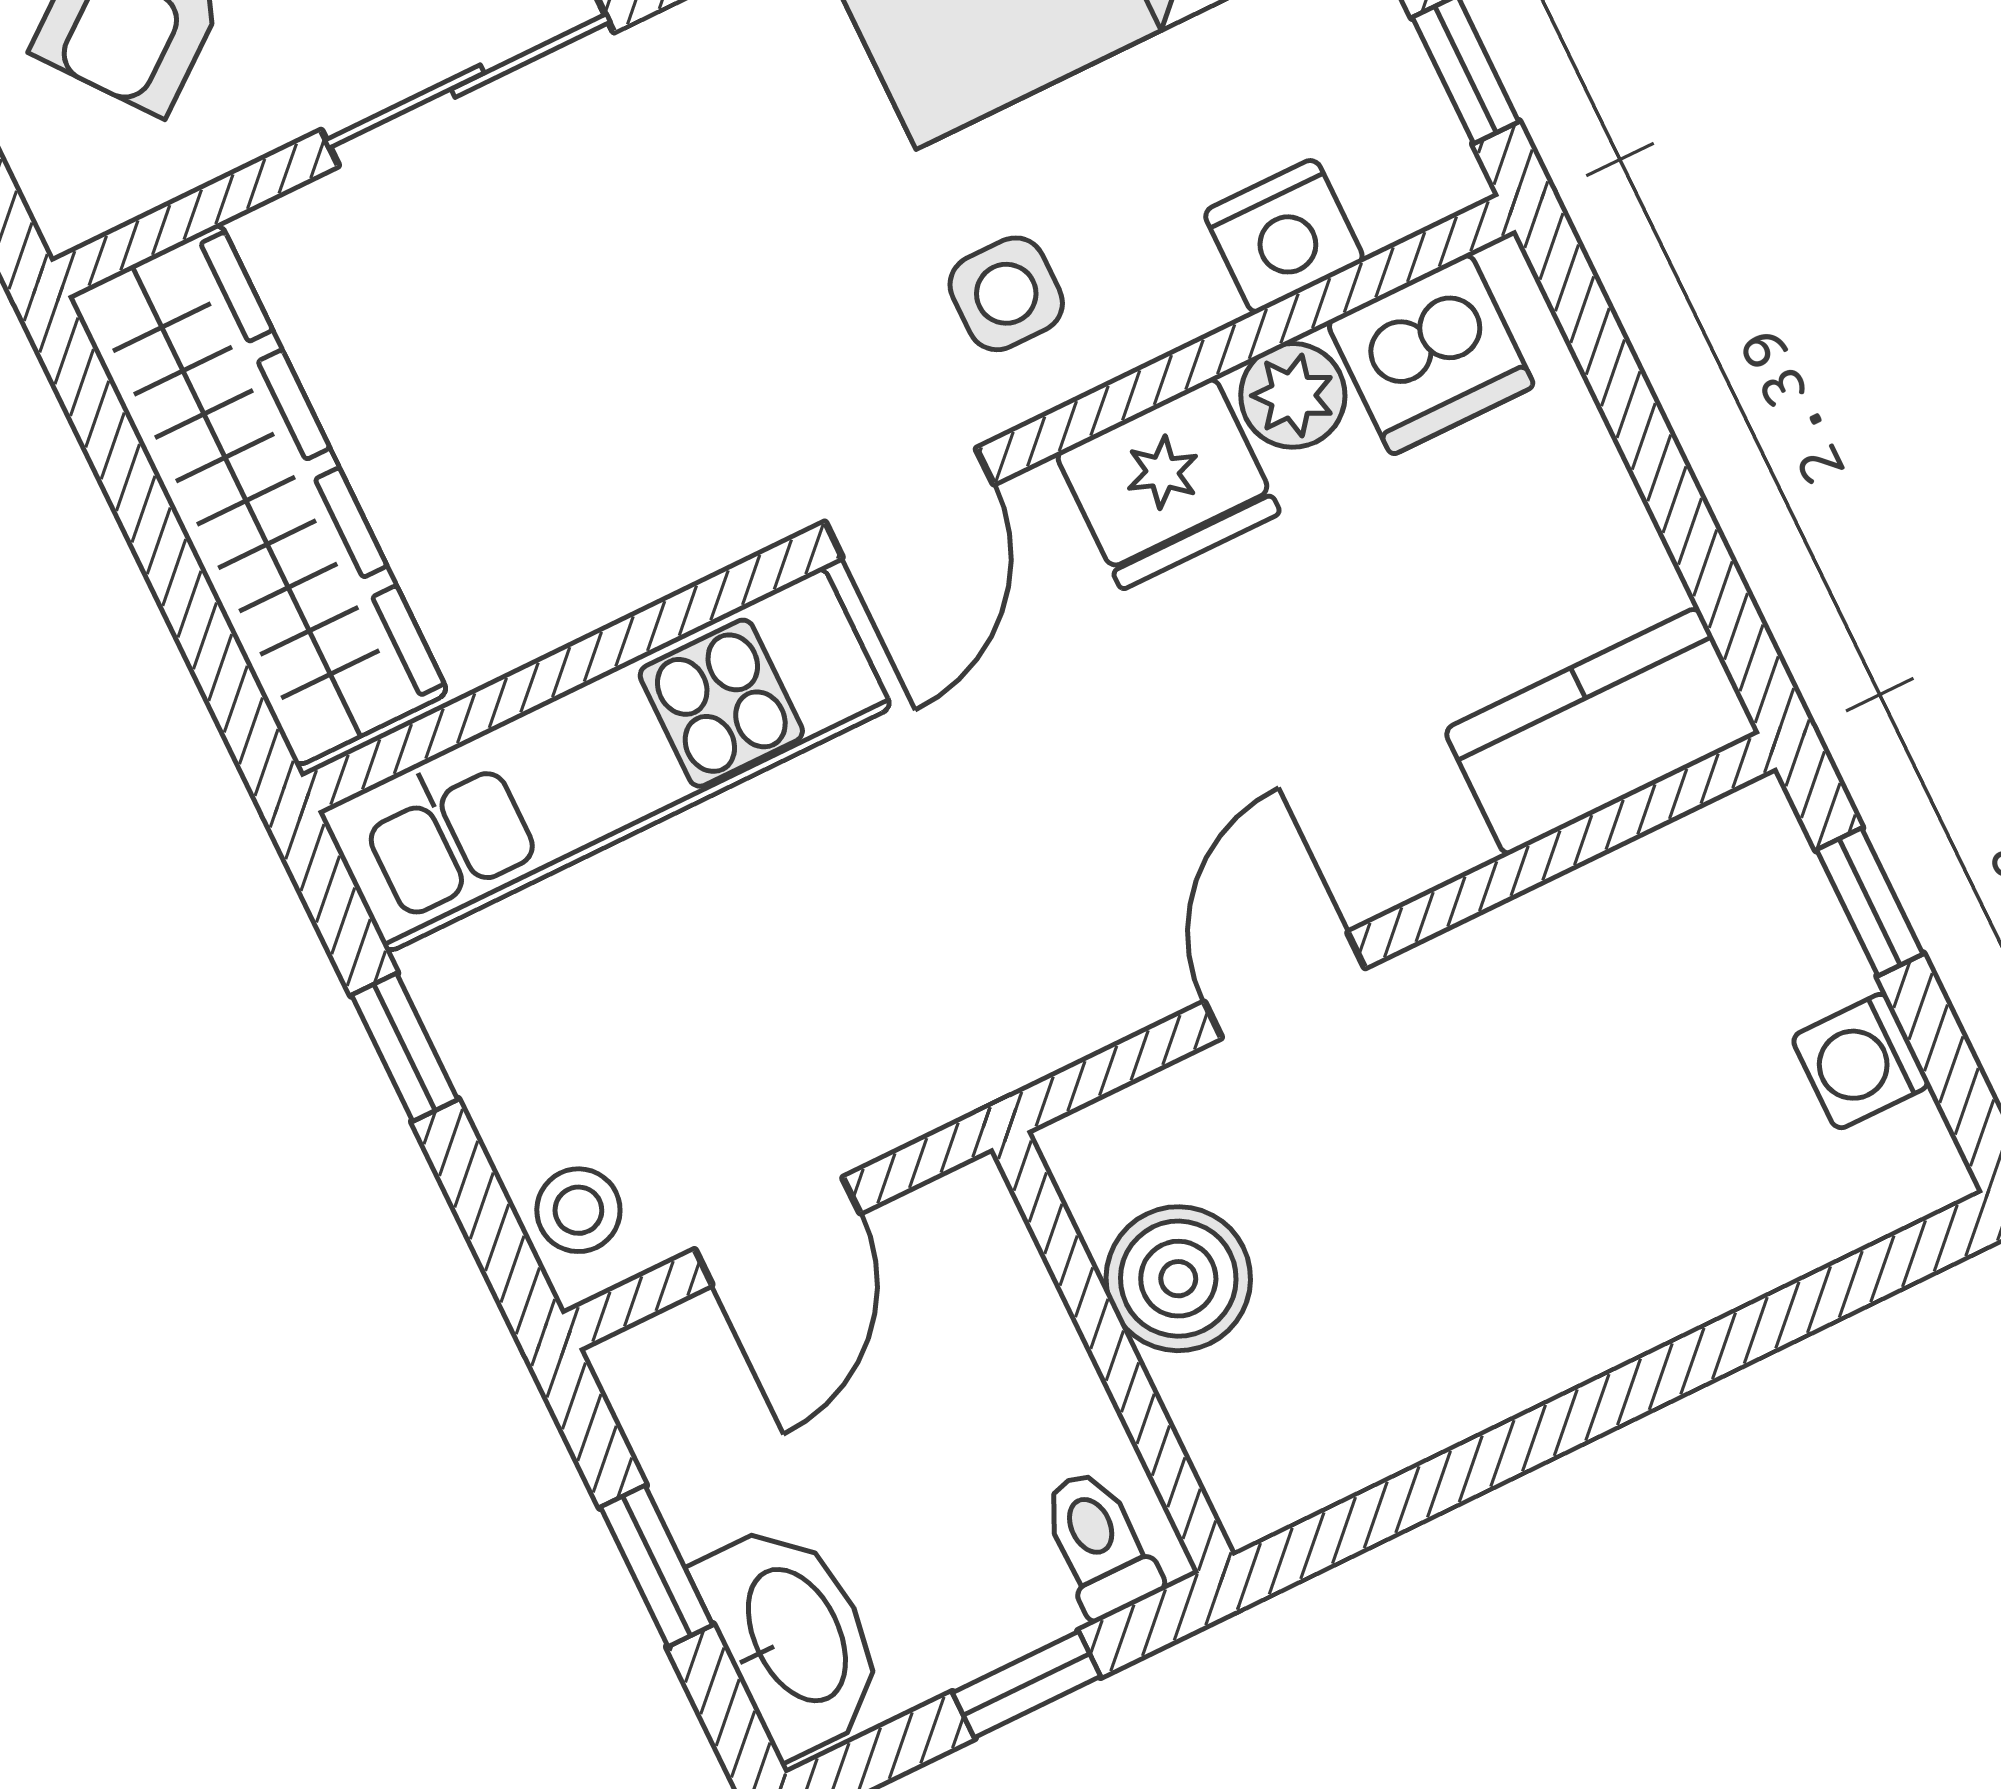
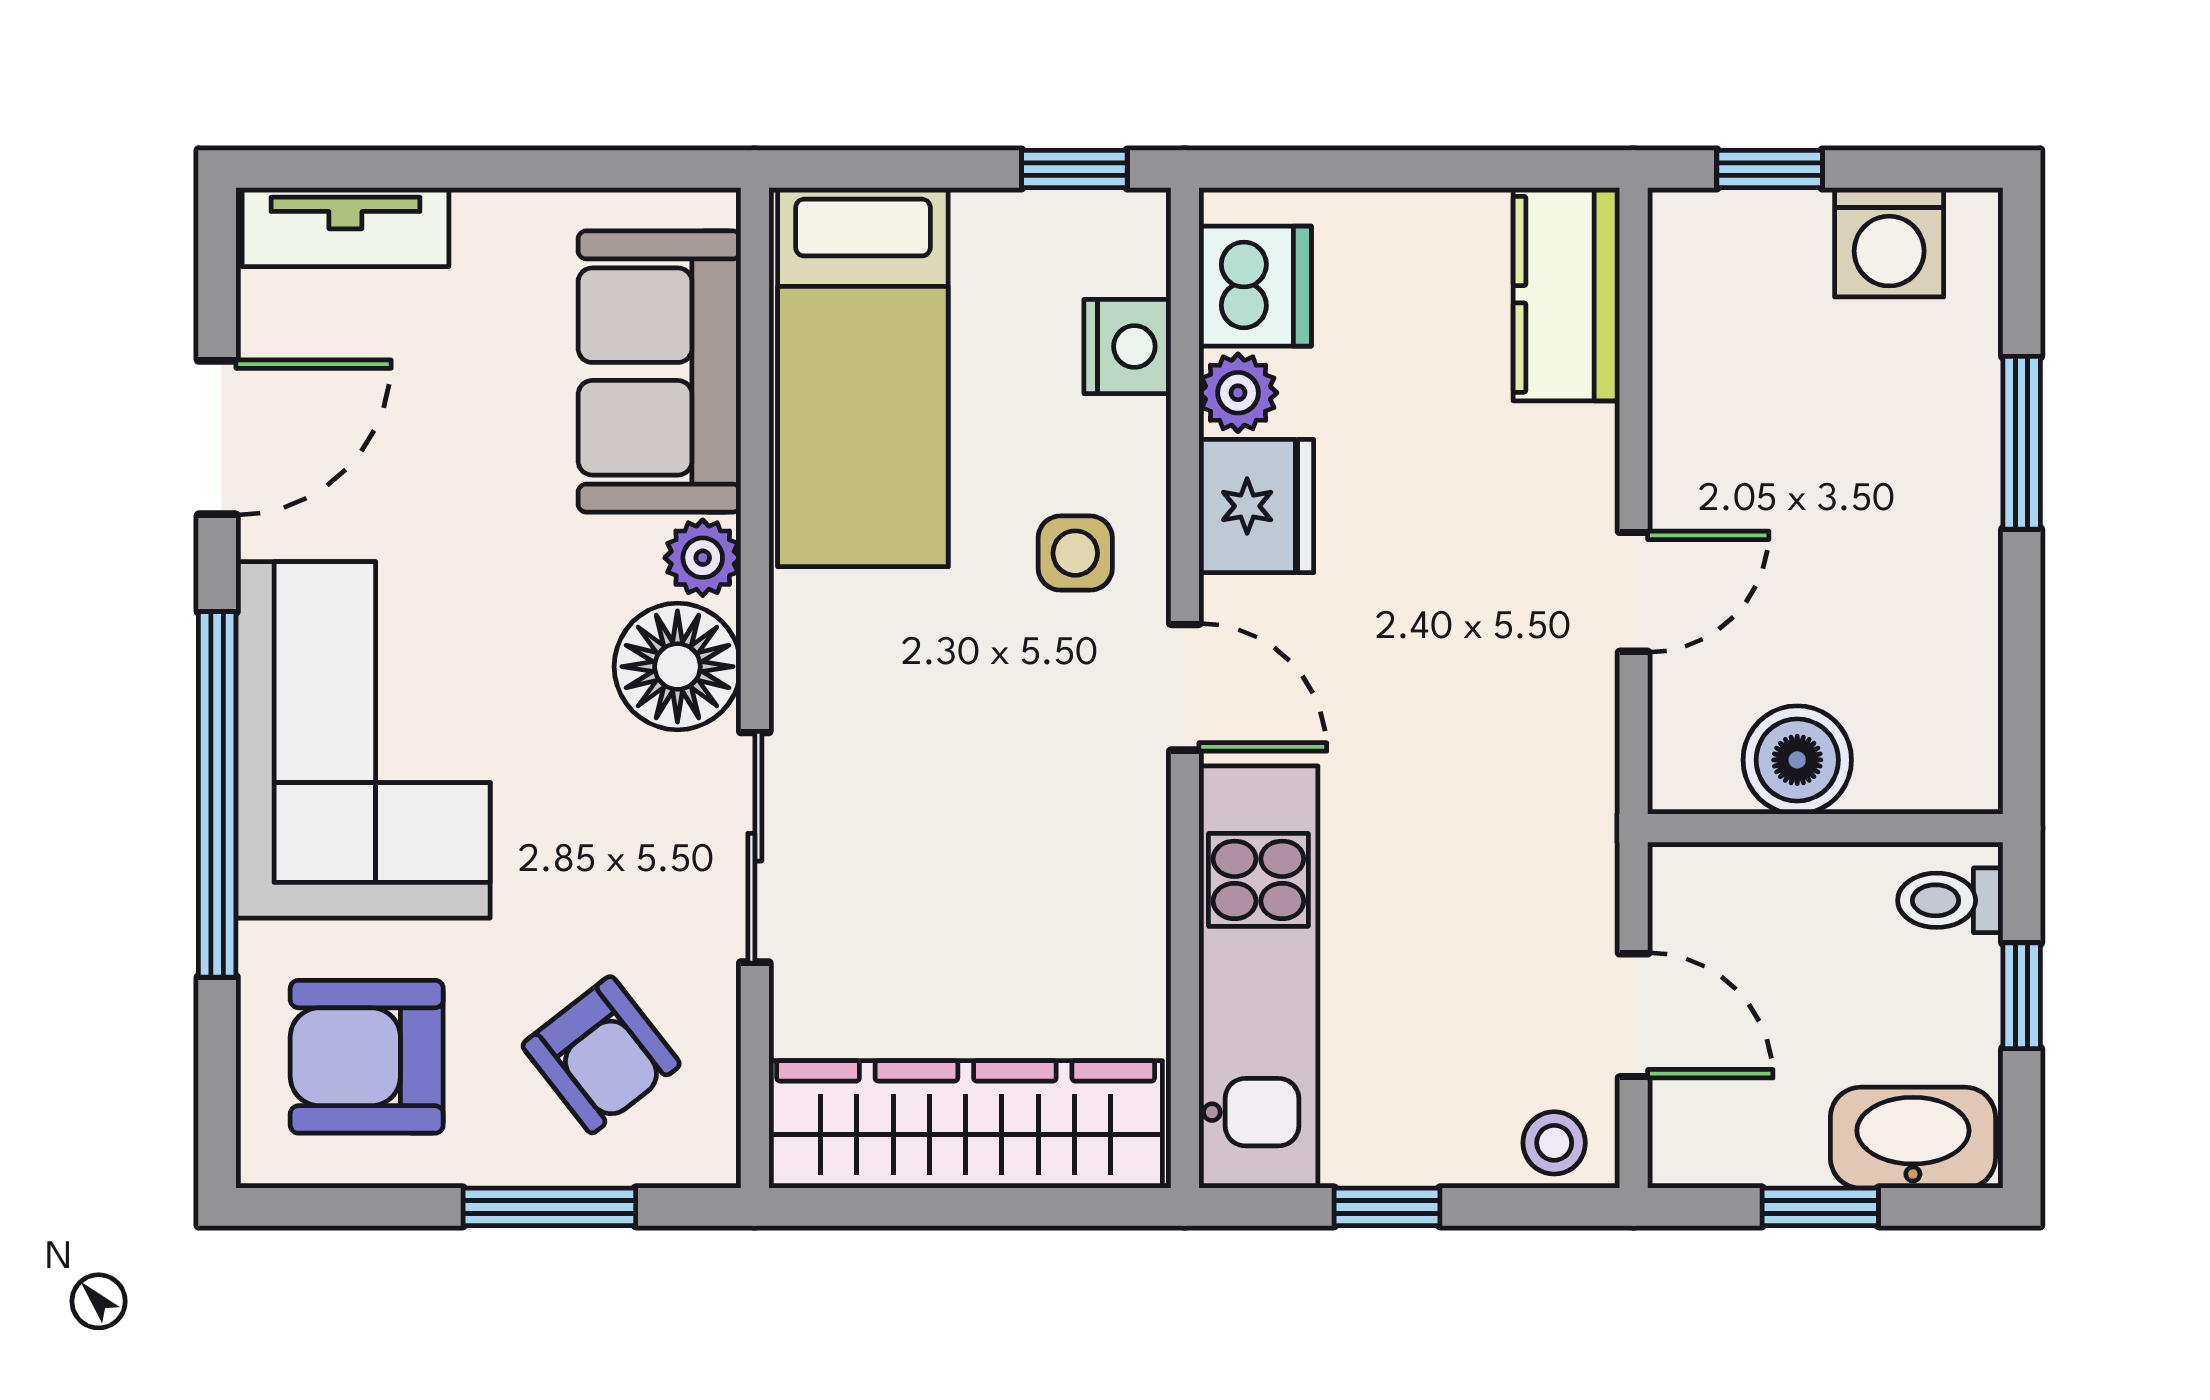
door: (1285, 985) -> (1634, 592), swing flipped
washing machine: (1861, 1061) -> (1889, 242), width x1.38, depth x1.38
window: (1689, 1363) -> (2022, 443), added

